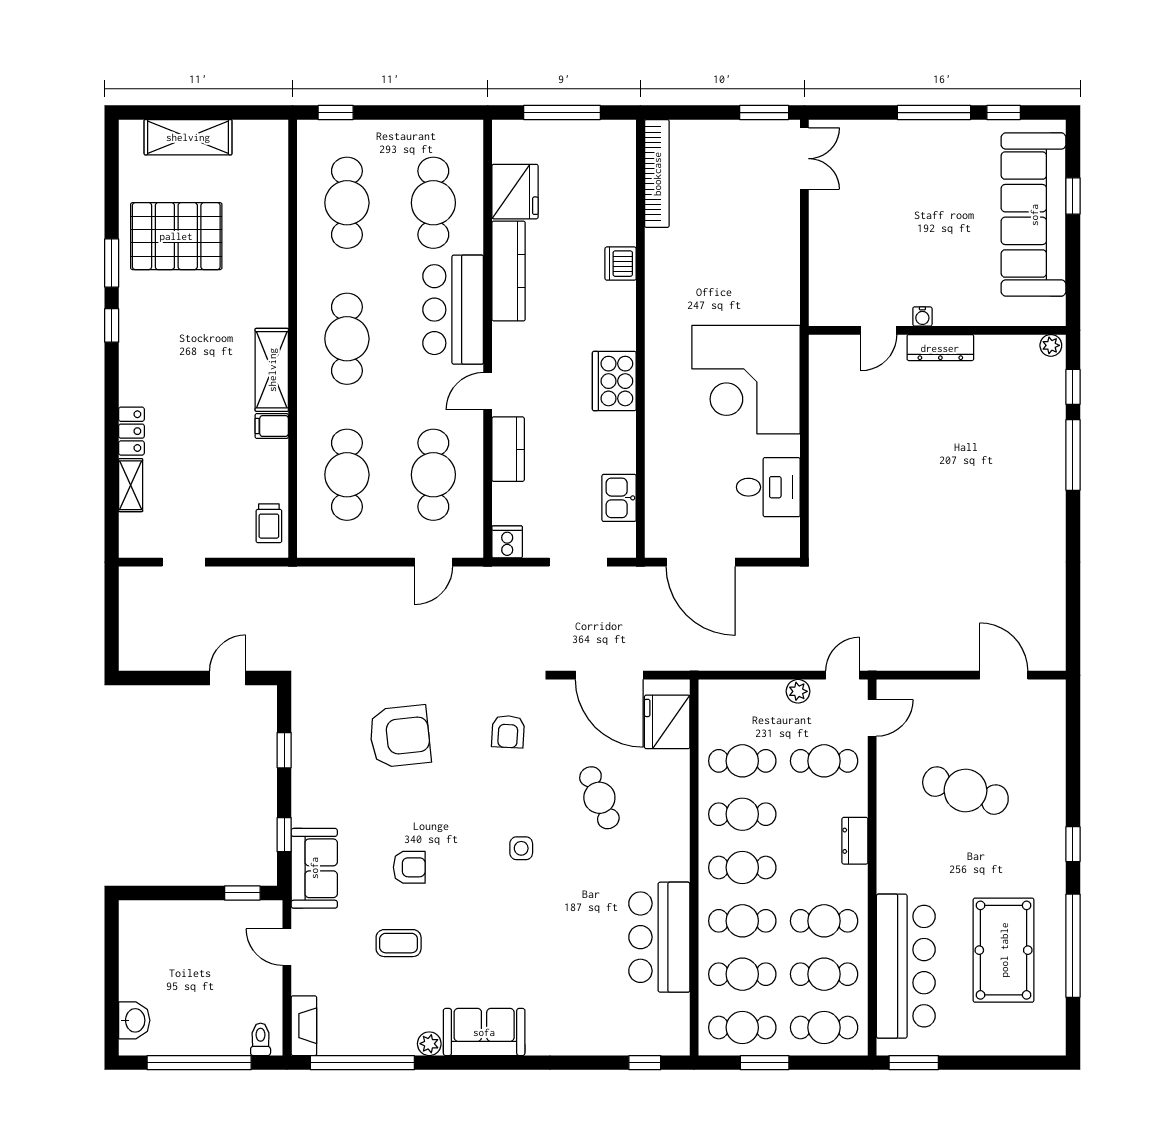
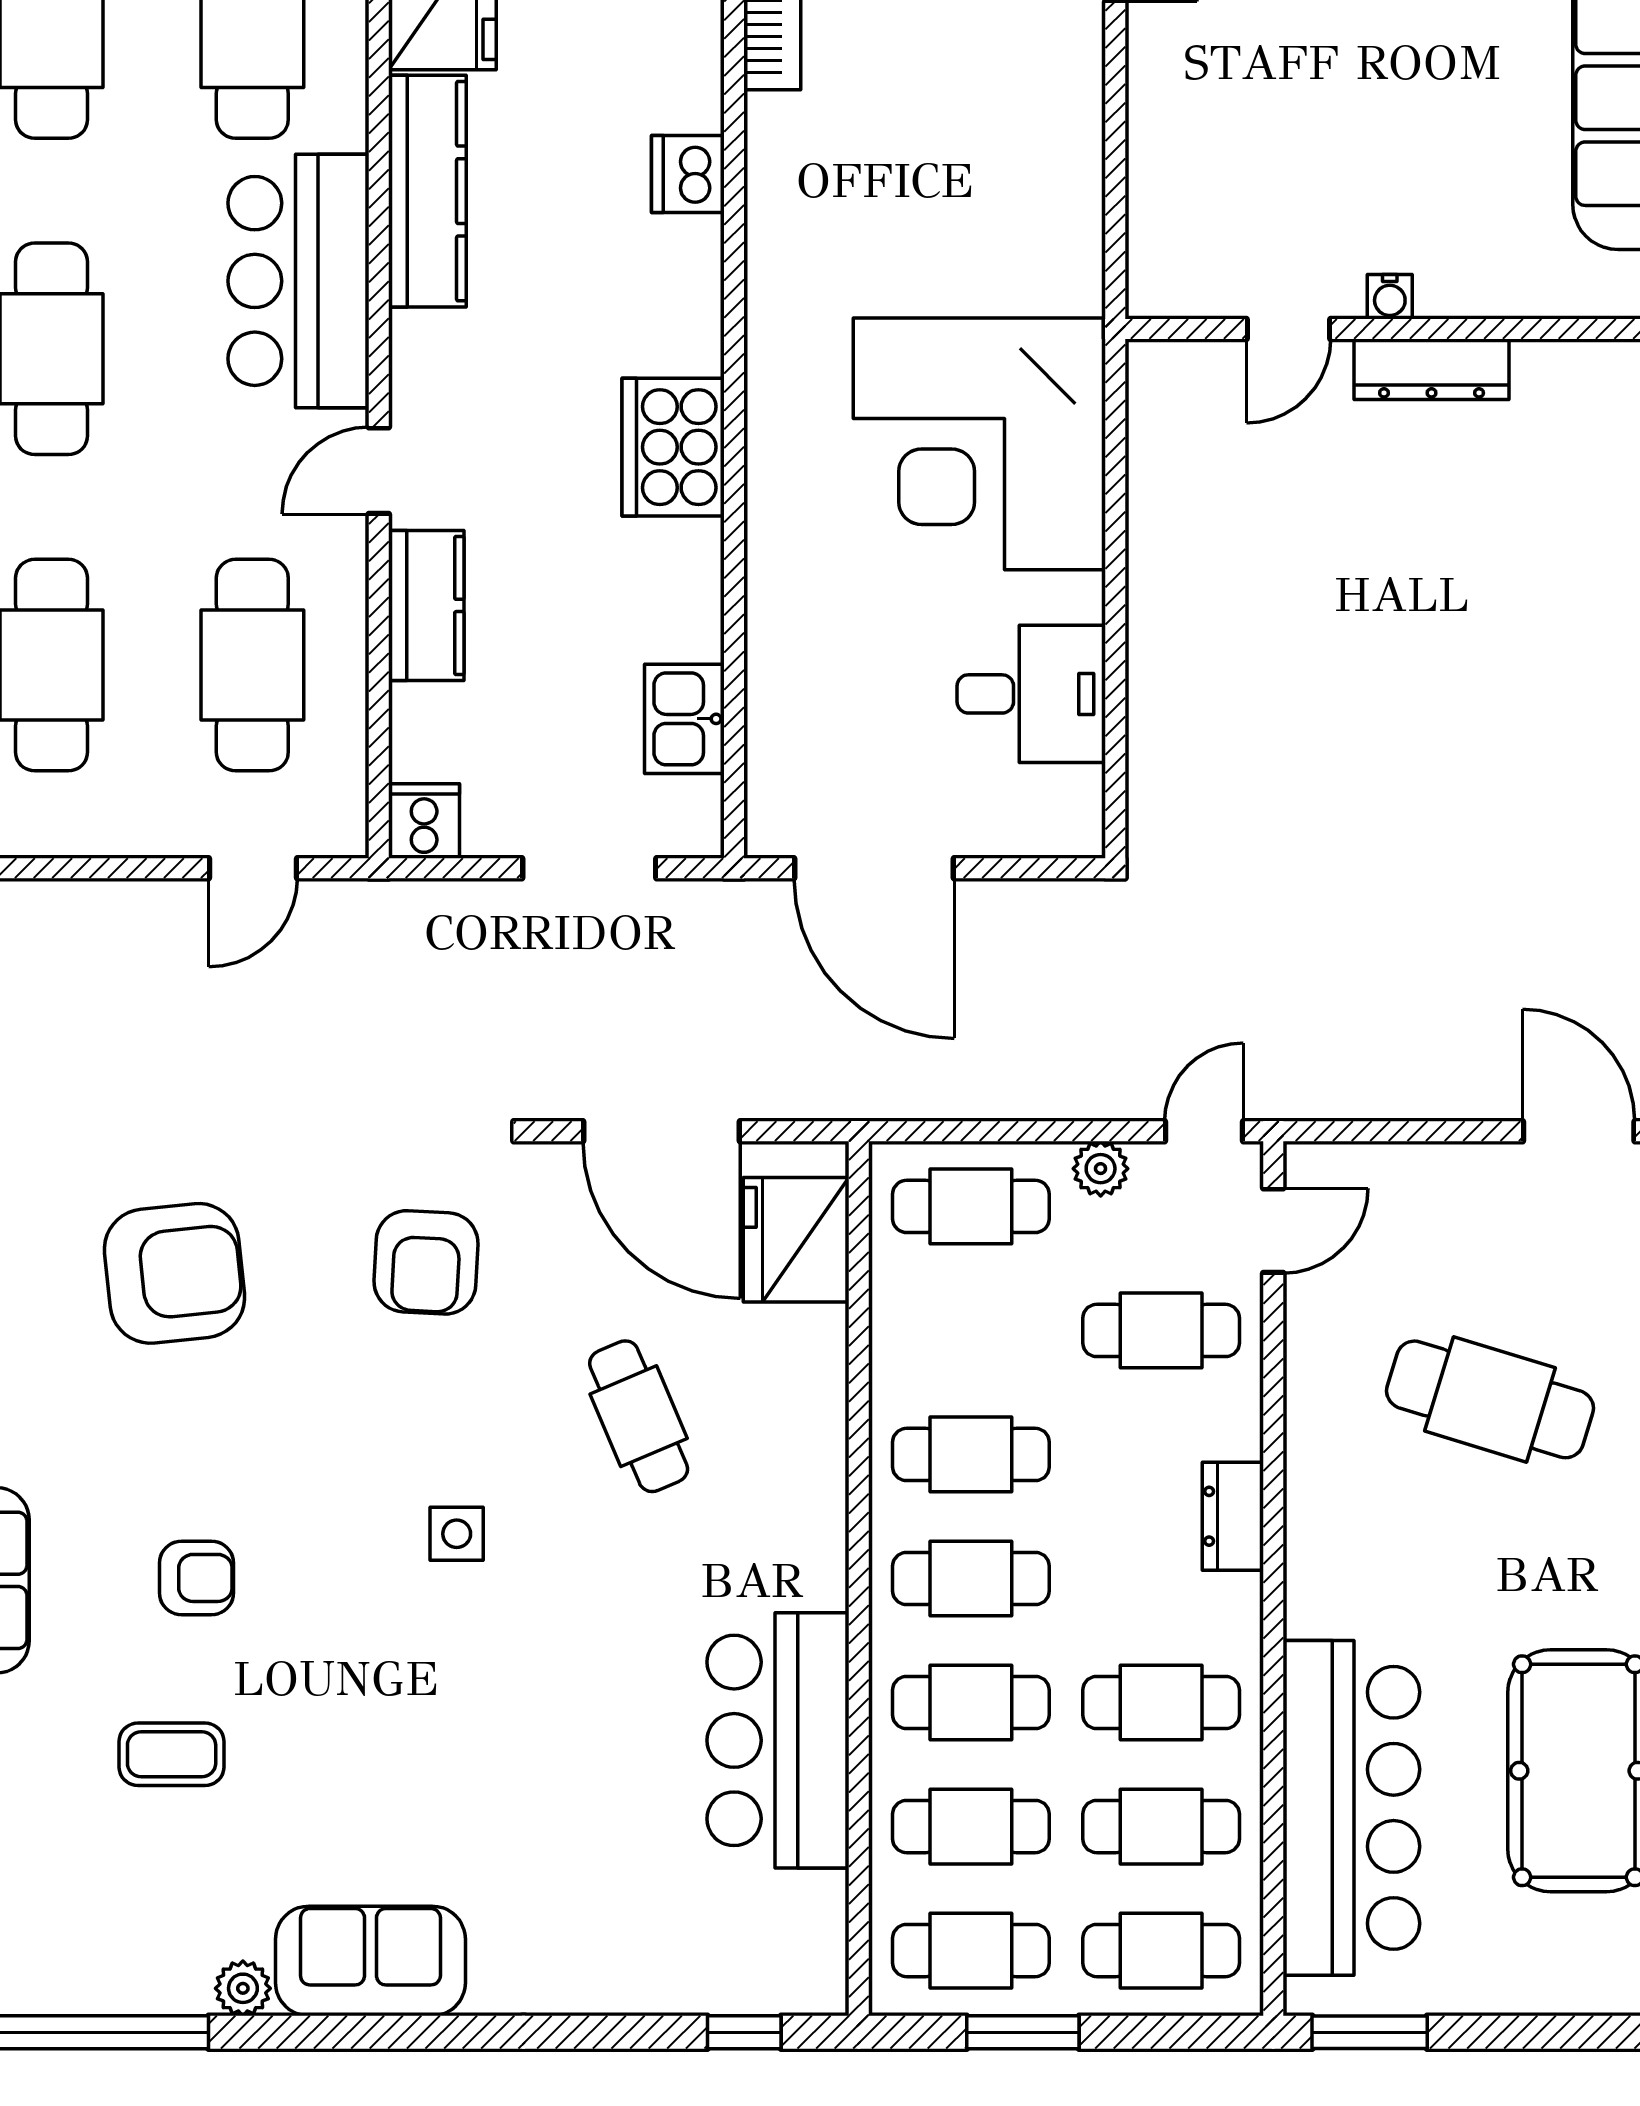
armchair: (508, 732) -> (426, 1262), width x1.38, depth x1.38
cafe table: (742, 761) -> (971, 1206), moved

